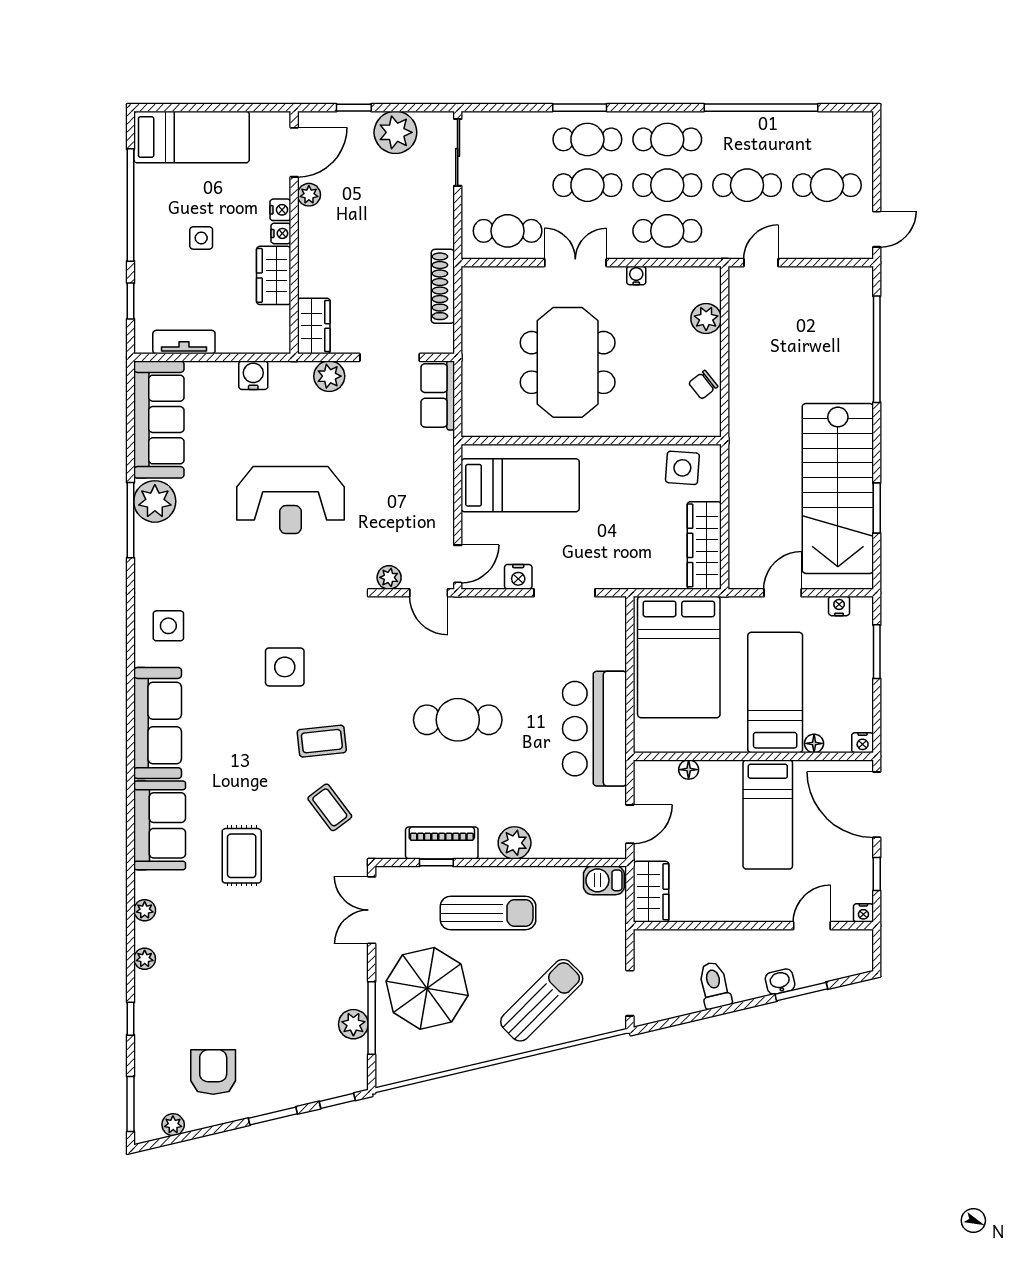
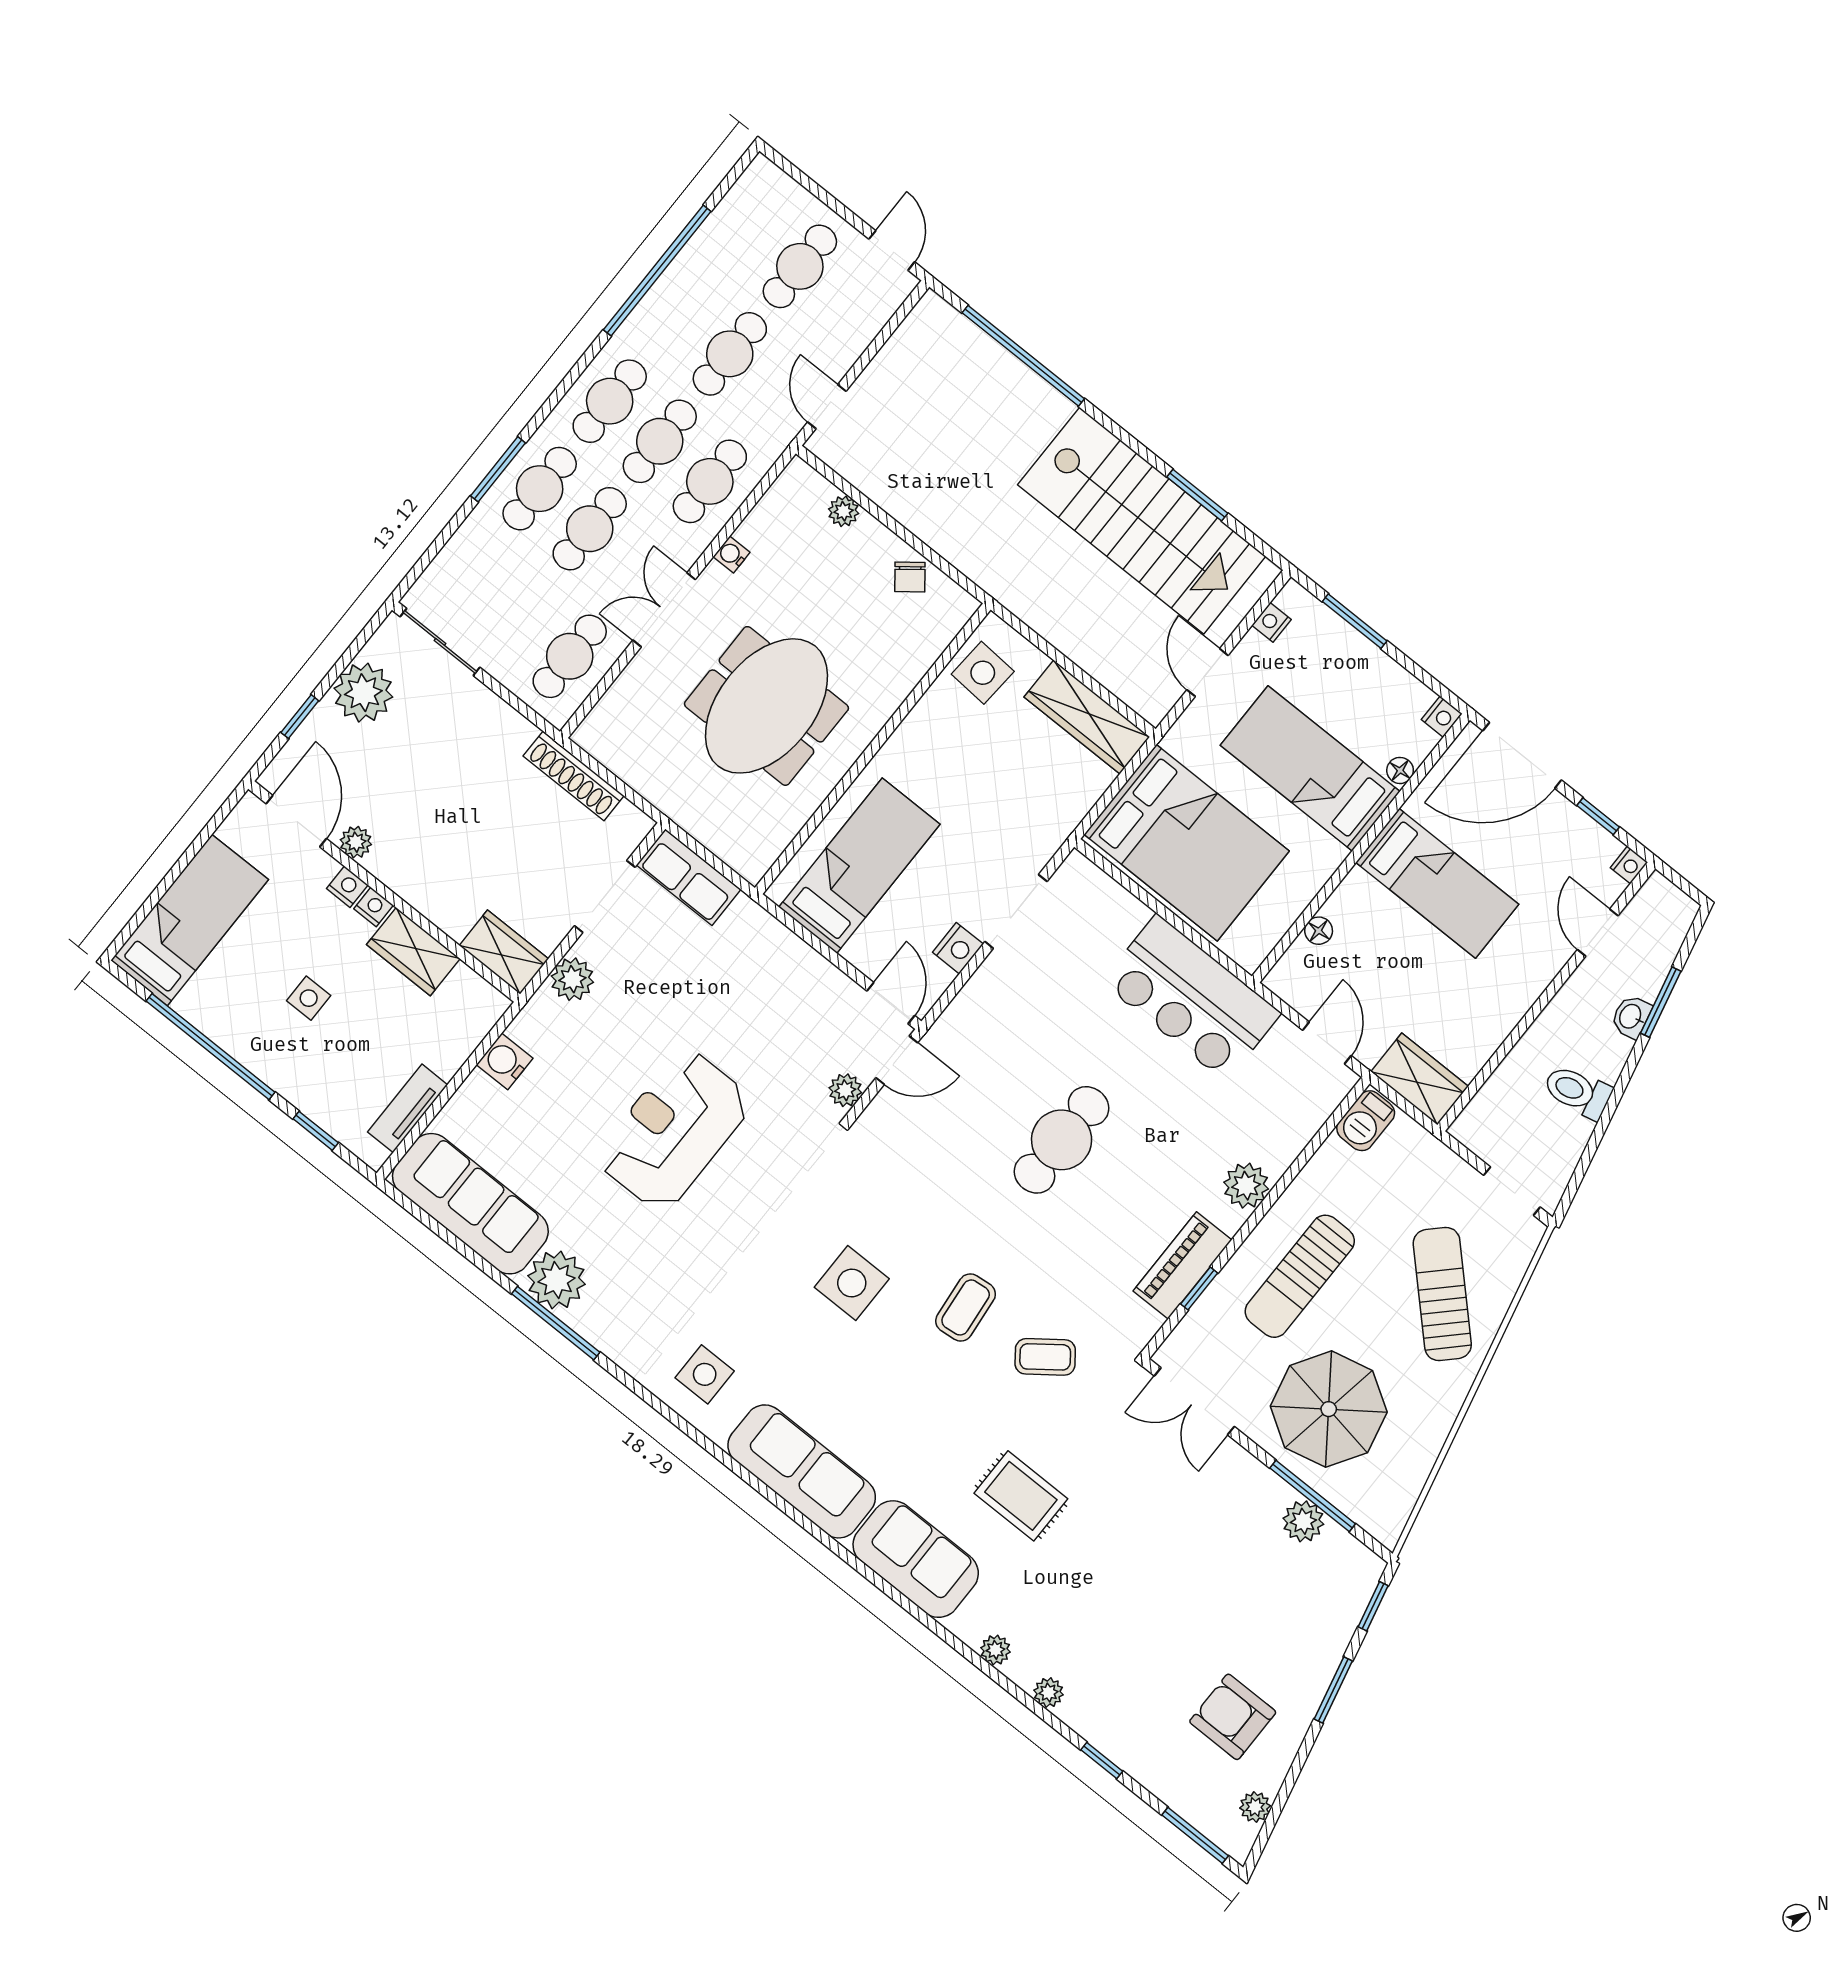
plant: (706, 319) -> (844, 511), width x0.73, depth x0.73
meeting table: (568, 362) -> (766, 706), turned 90
reception desk: (290, 500) -> (674, 1130), turned 180
sun lounger: (488, 913) -> (1300, 1276), turned 180

